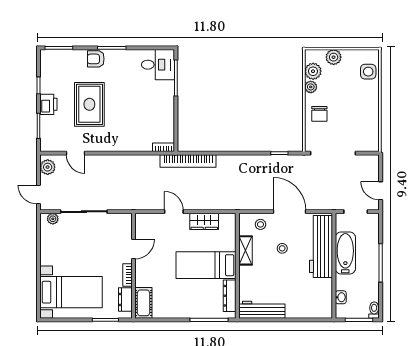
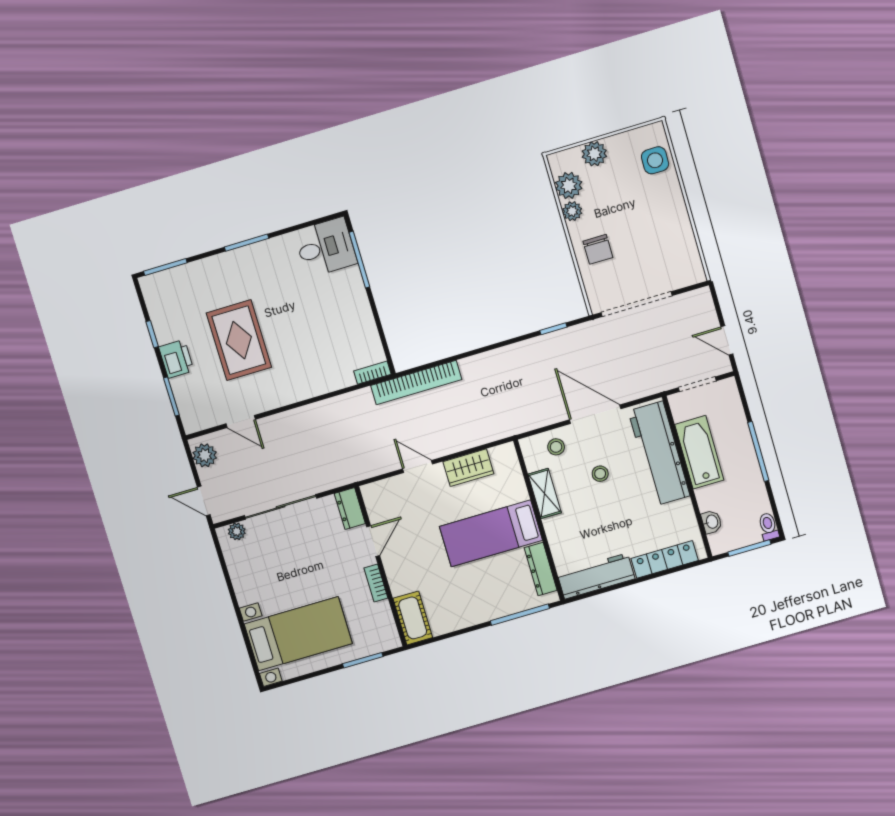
armchair: (96, 59) -> (227, 267), removed
dresser: (125, 299) -> (350, 509), moved
locker: (306, 312) -> (665, 559), added

